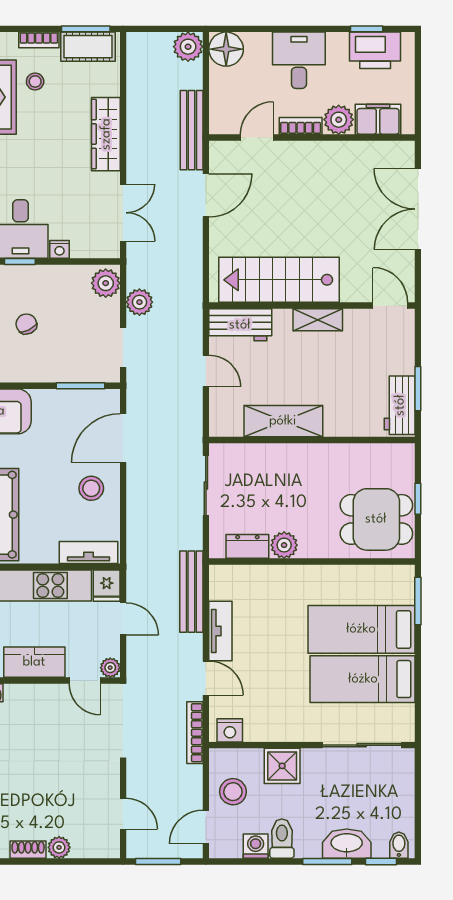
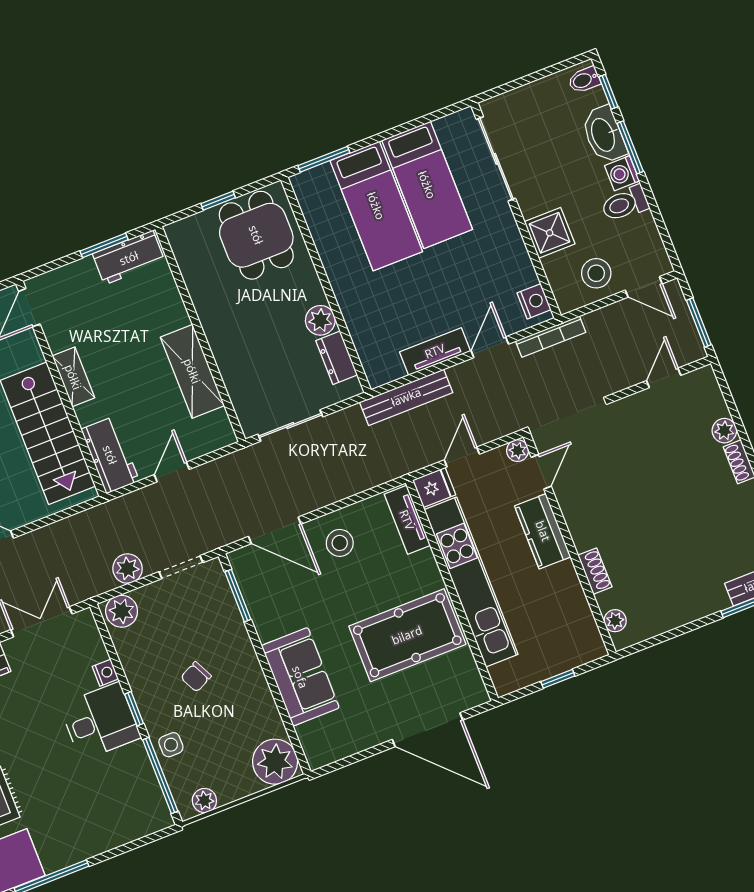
washing machine: (256, 846) -> (622, 173), moved

